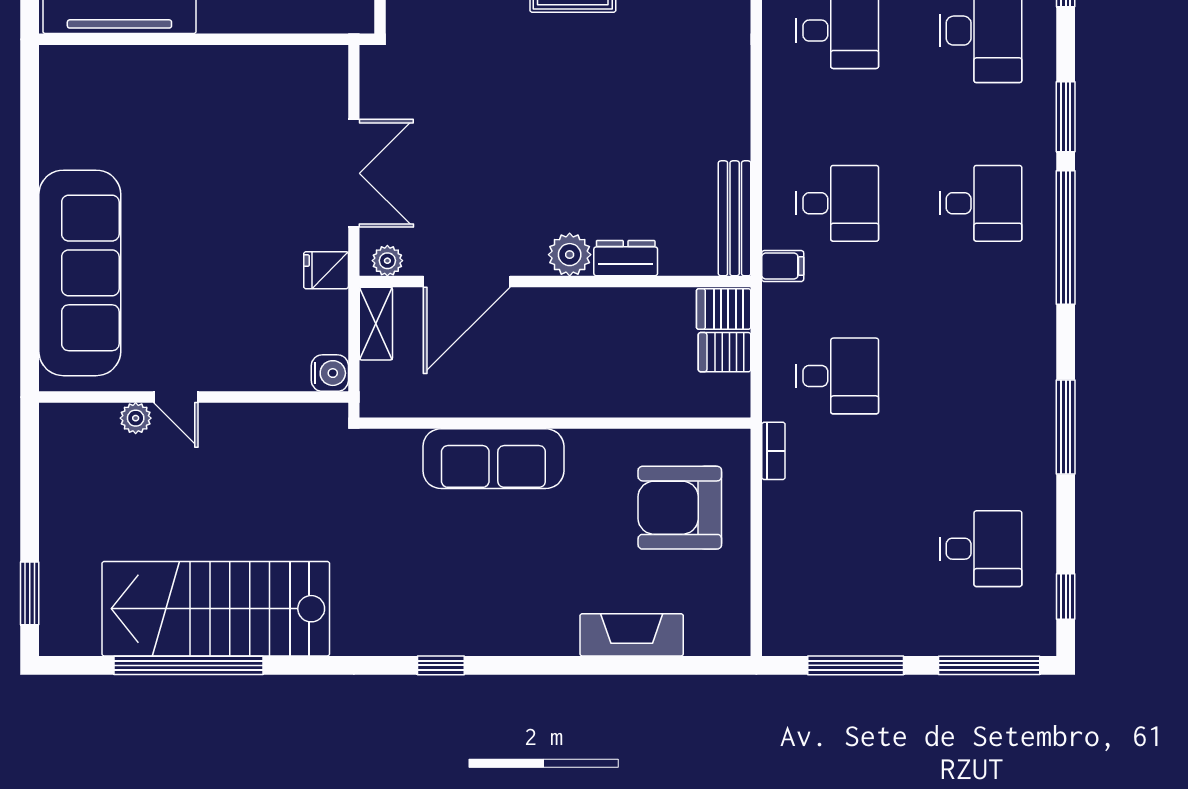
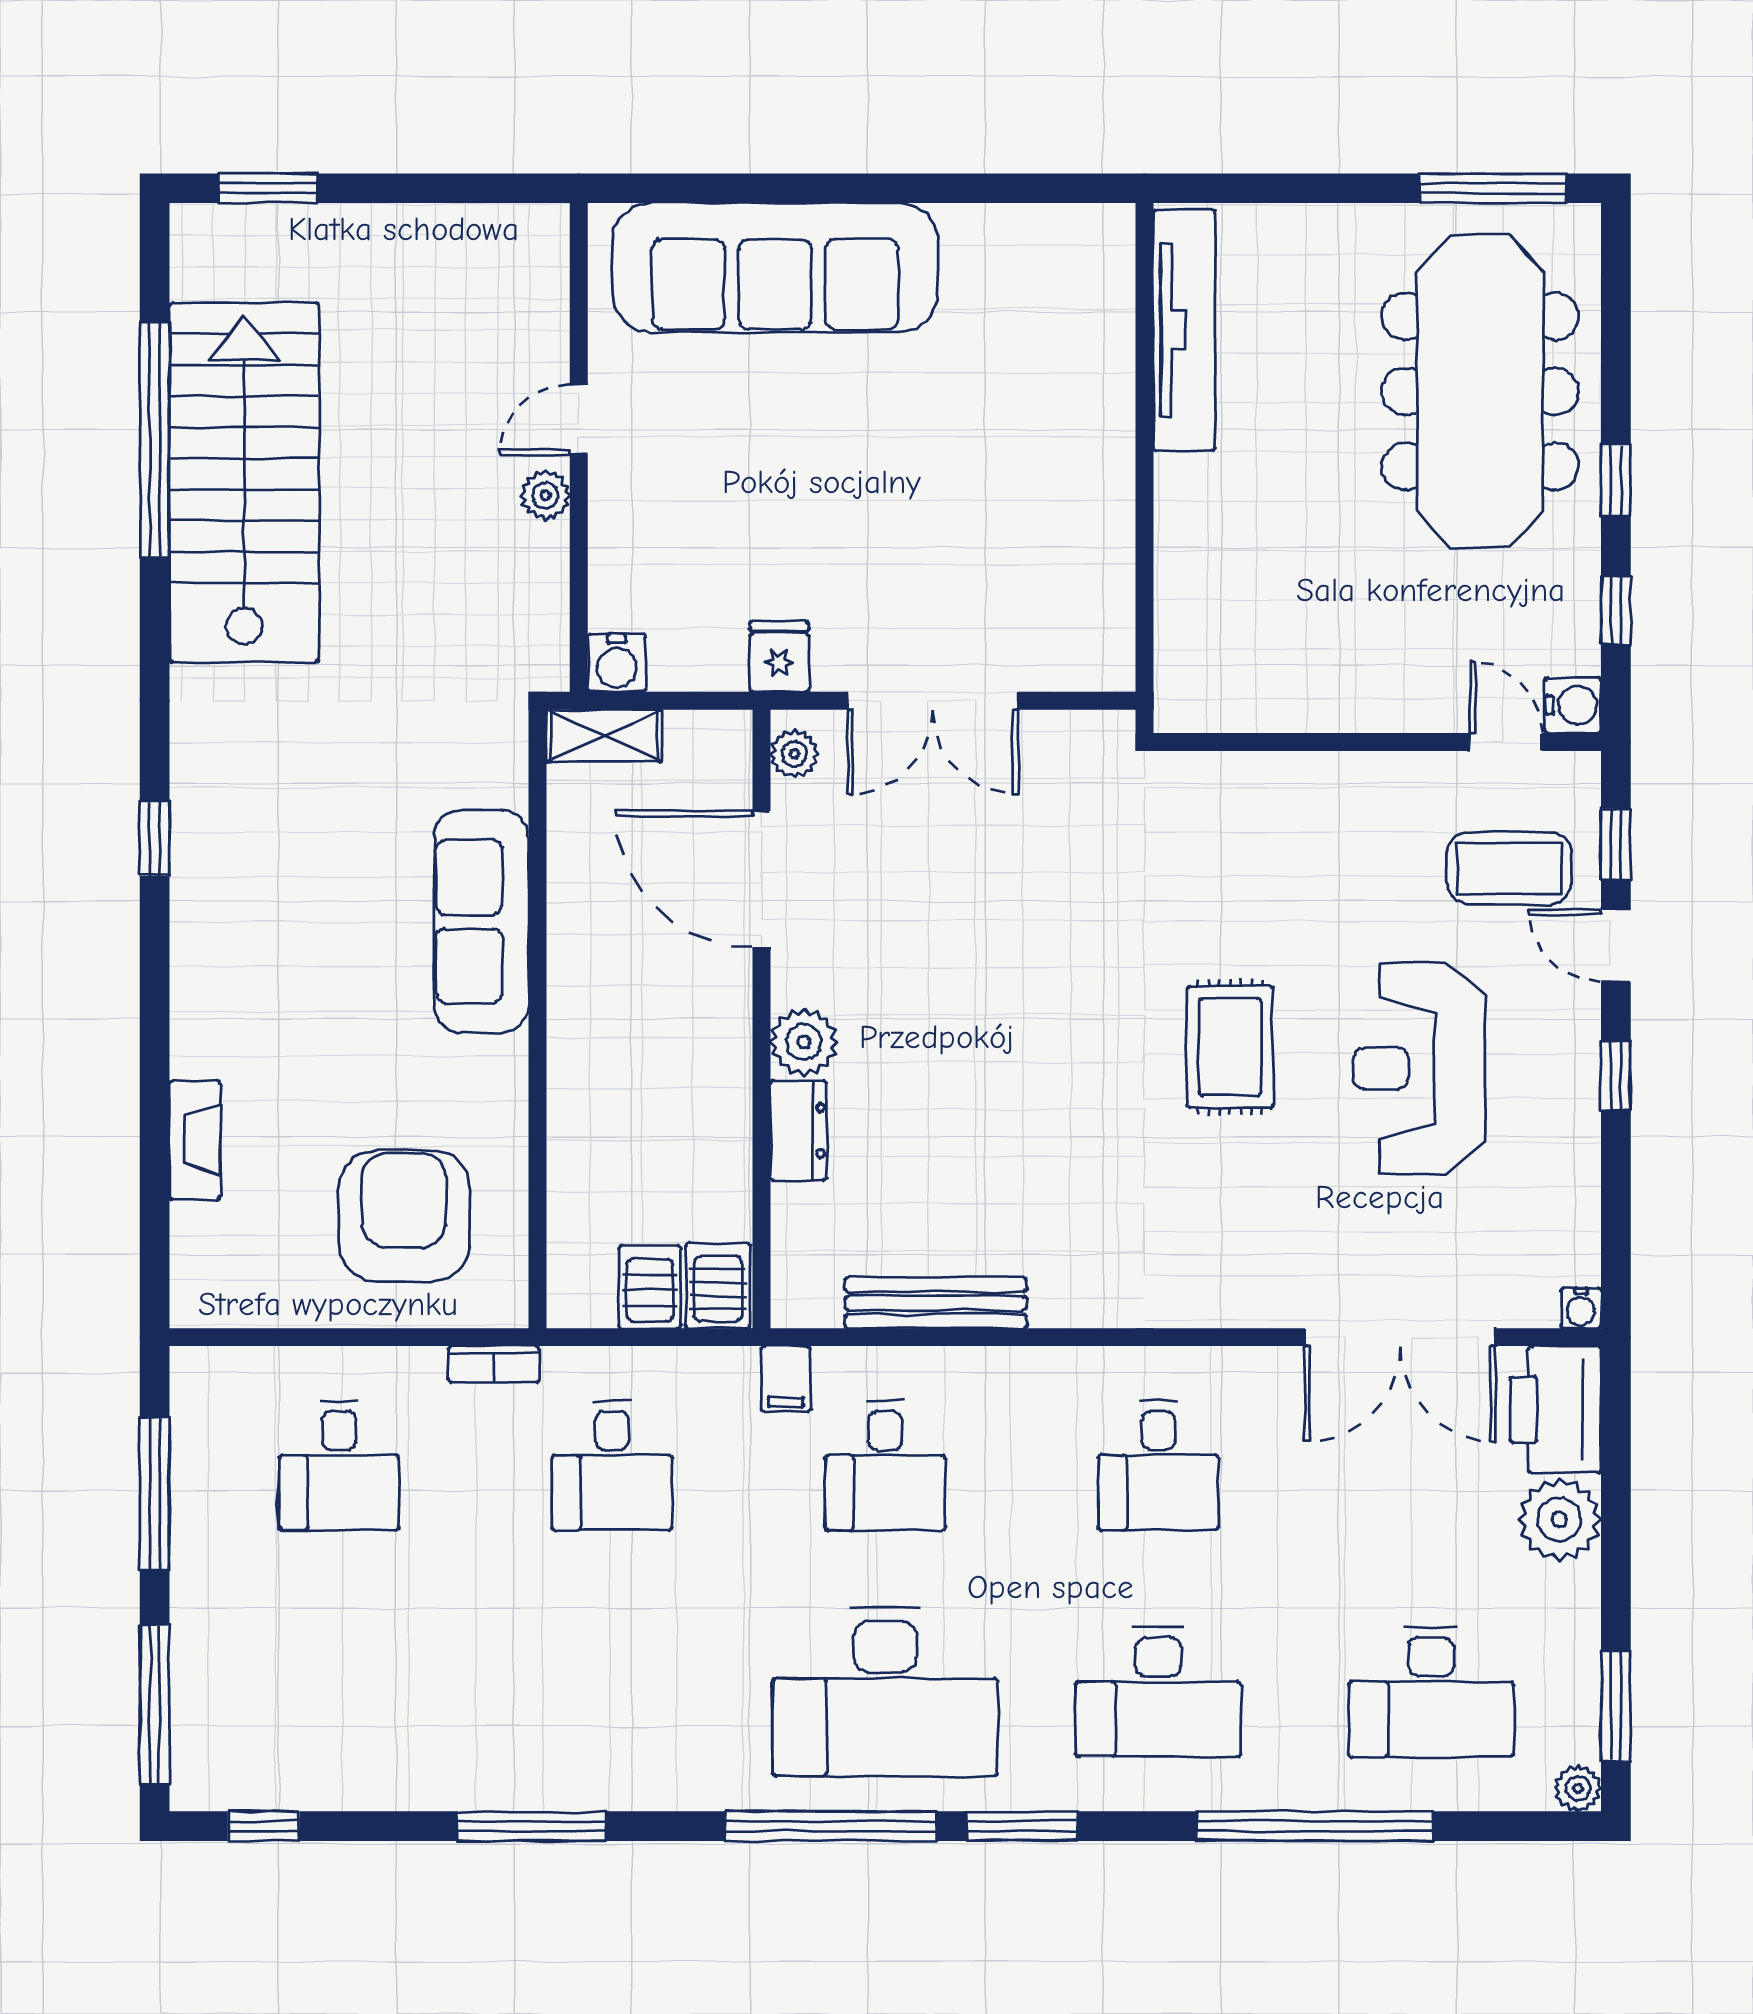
desk: (981, 203) -> (885, 1692), width x1.87, depth x1.30
bench: (735, 218) -> (936, 1303), moved
shelving: (376, 324) -> (604, 736), moved
plant: (136, 418) -> (545, 495), moved
desk: (981, 549) -> (339, 1465), moved
fireplace: (632, 635) -> (195, 1140), width x0.73, depth x0.76

